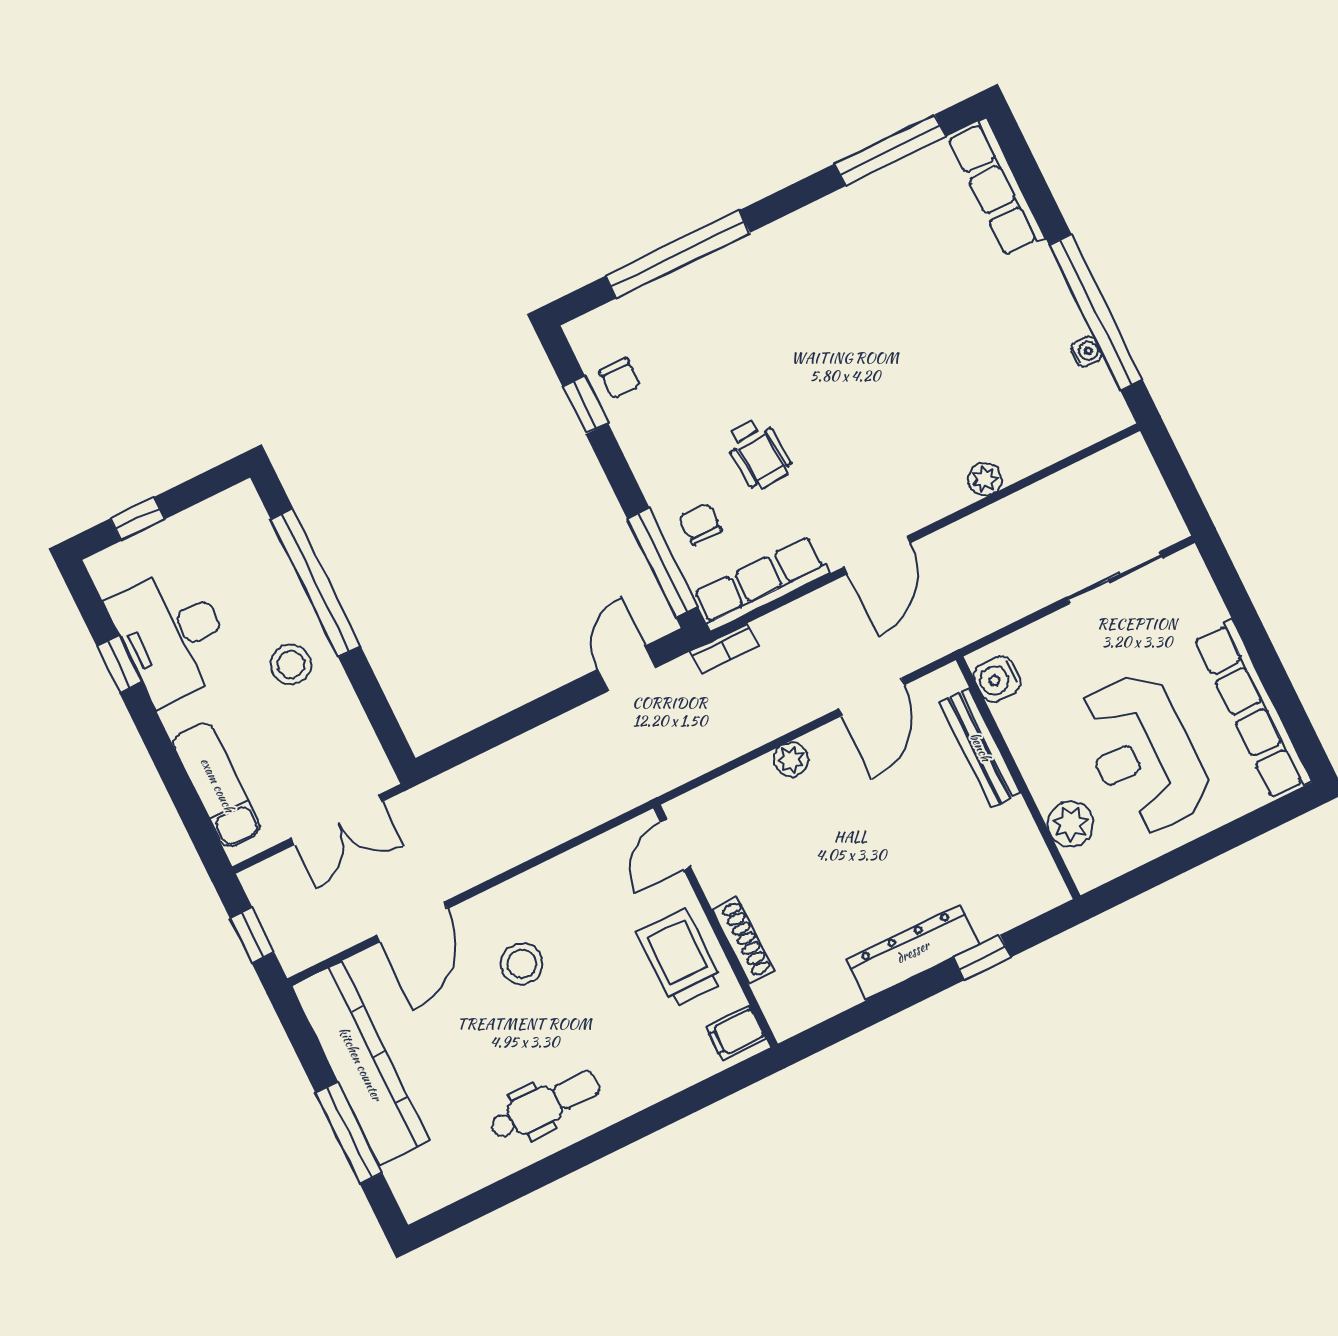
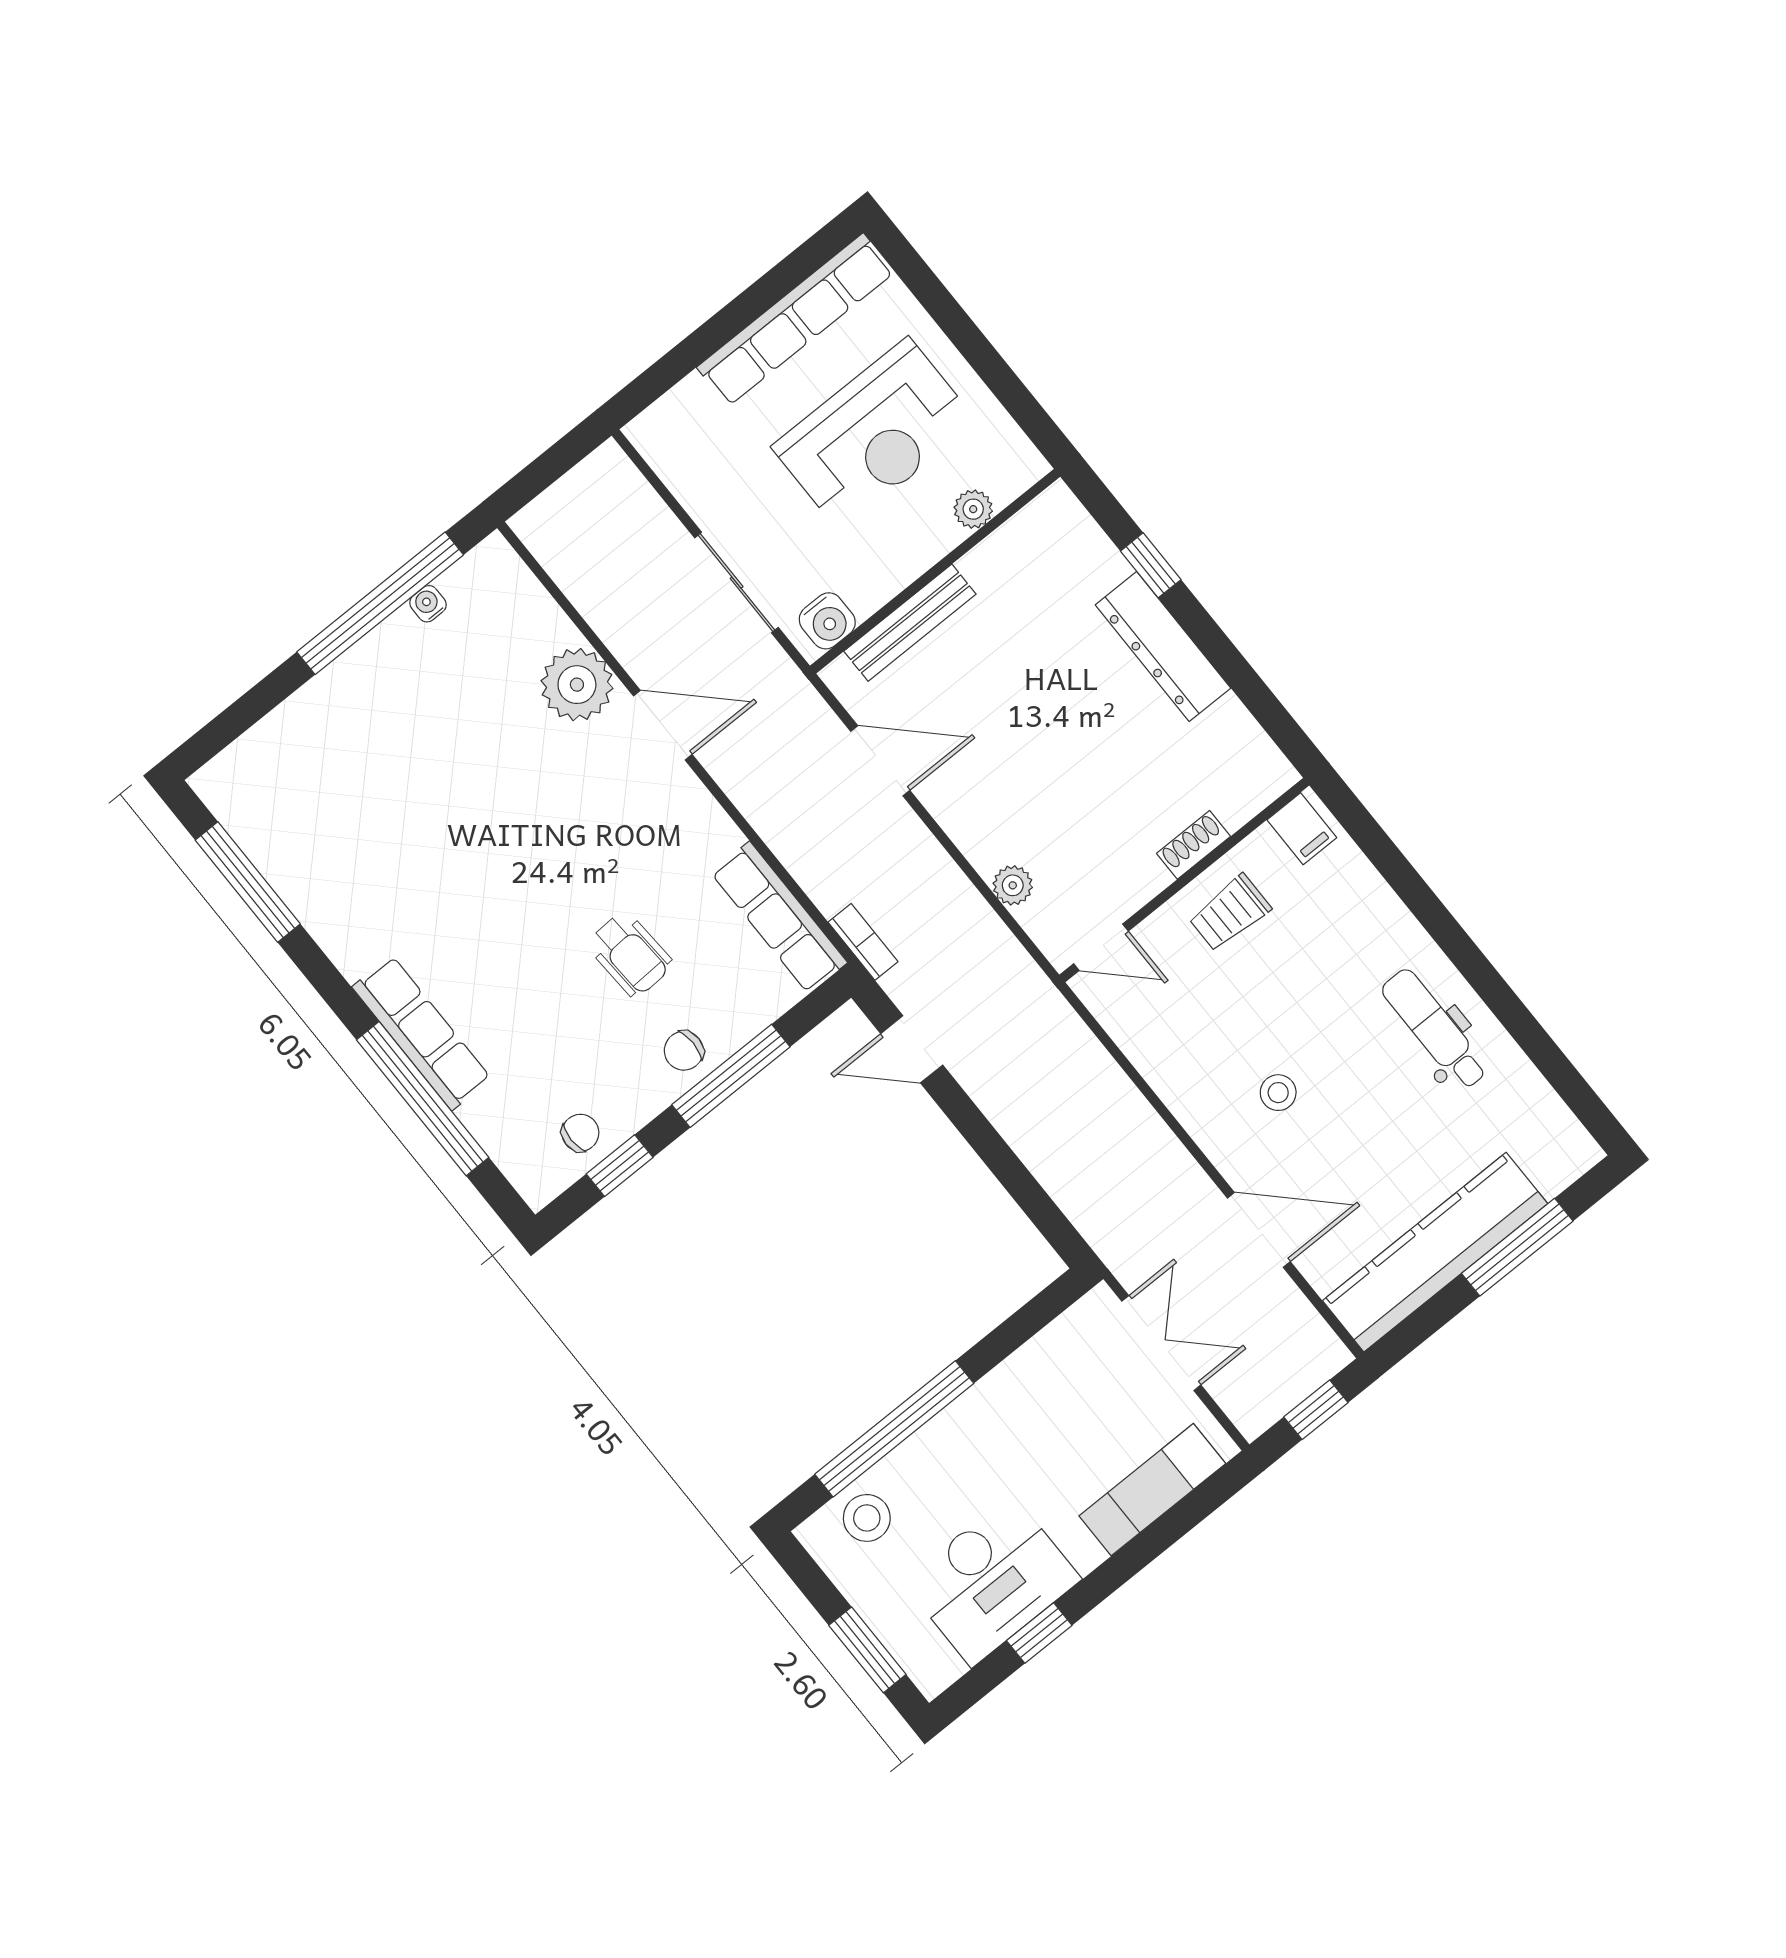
row of seats: (996, 188) -> (422, 1033), moved, turned -90
wheelchair: (758, 453) -> (630, 954), turned 92
plant: (985, 479) -> (577, 685), width x1.88, depth x1.88
window: (138, 519) -> (867, 1650), width x1.50
chair: (700, 524) -> (684, 1051), moved
door: (877, 555) -> (663, 725), moved
window: (662, 562) -> (731, 1076), moved
sliding door: (1115, 578) -> (737, 583), moved
stool: (291, 664) -> (867, 1518), moved
plant: (791, 760) -> (1013, 885), moved
plant: (1071, 824) -> (973, 509), width x0.73, depth x0.73
shoe rack: (743, 940) -> (1193, 845), width x0.70
trolley: (680, 958) -> (1230, 913), width x0.73, depth x0.72
stool: (522, 964) -> (1278, 1093), width x0.73, depth x0.73

